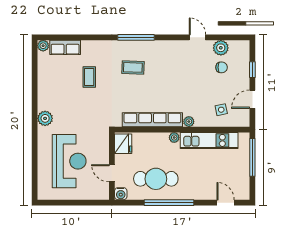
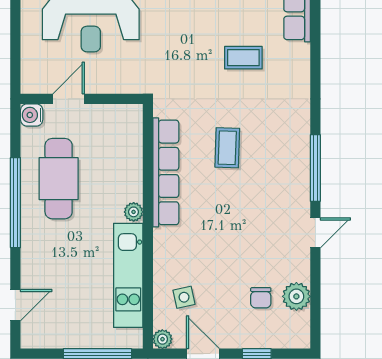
window: (136, 37) -> (315, 168), moved
door: (197, 37) -> (315, 233), moved
coffee table: (133, 67) -> (227, 148), moved
plant: (189, 122) -> (162, 339), moved
fridge: (123, 144) -> (122, 119), removed

